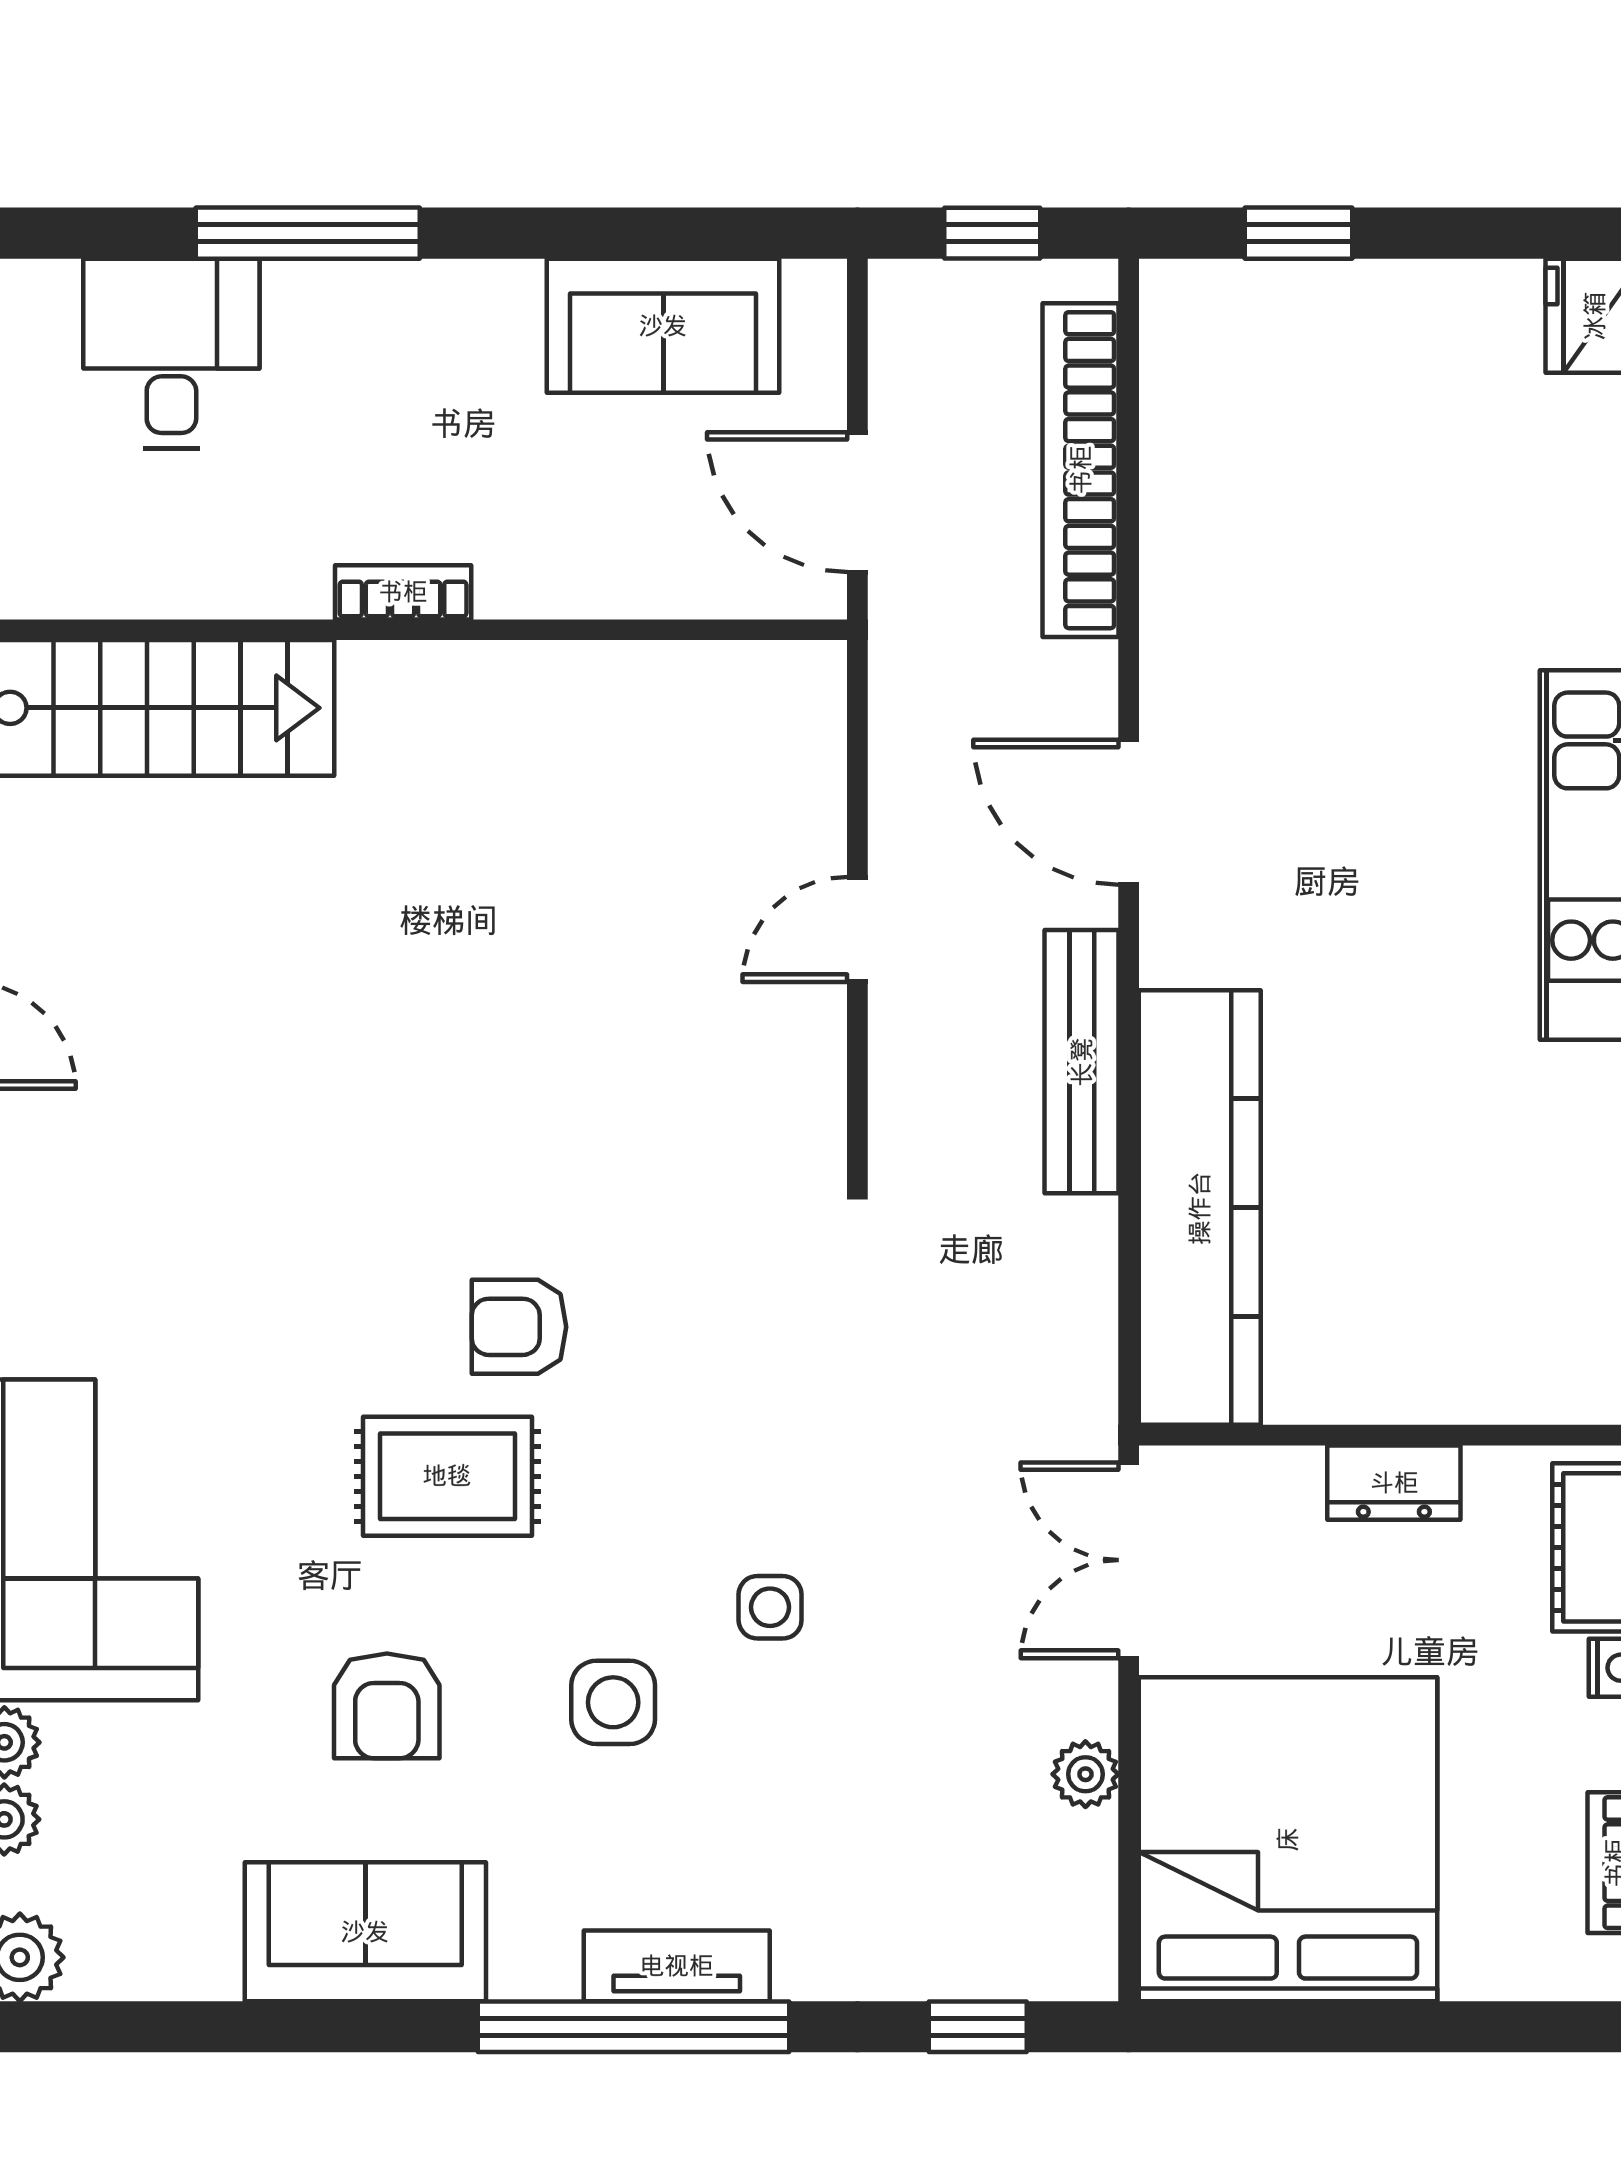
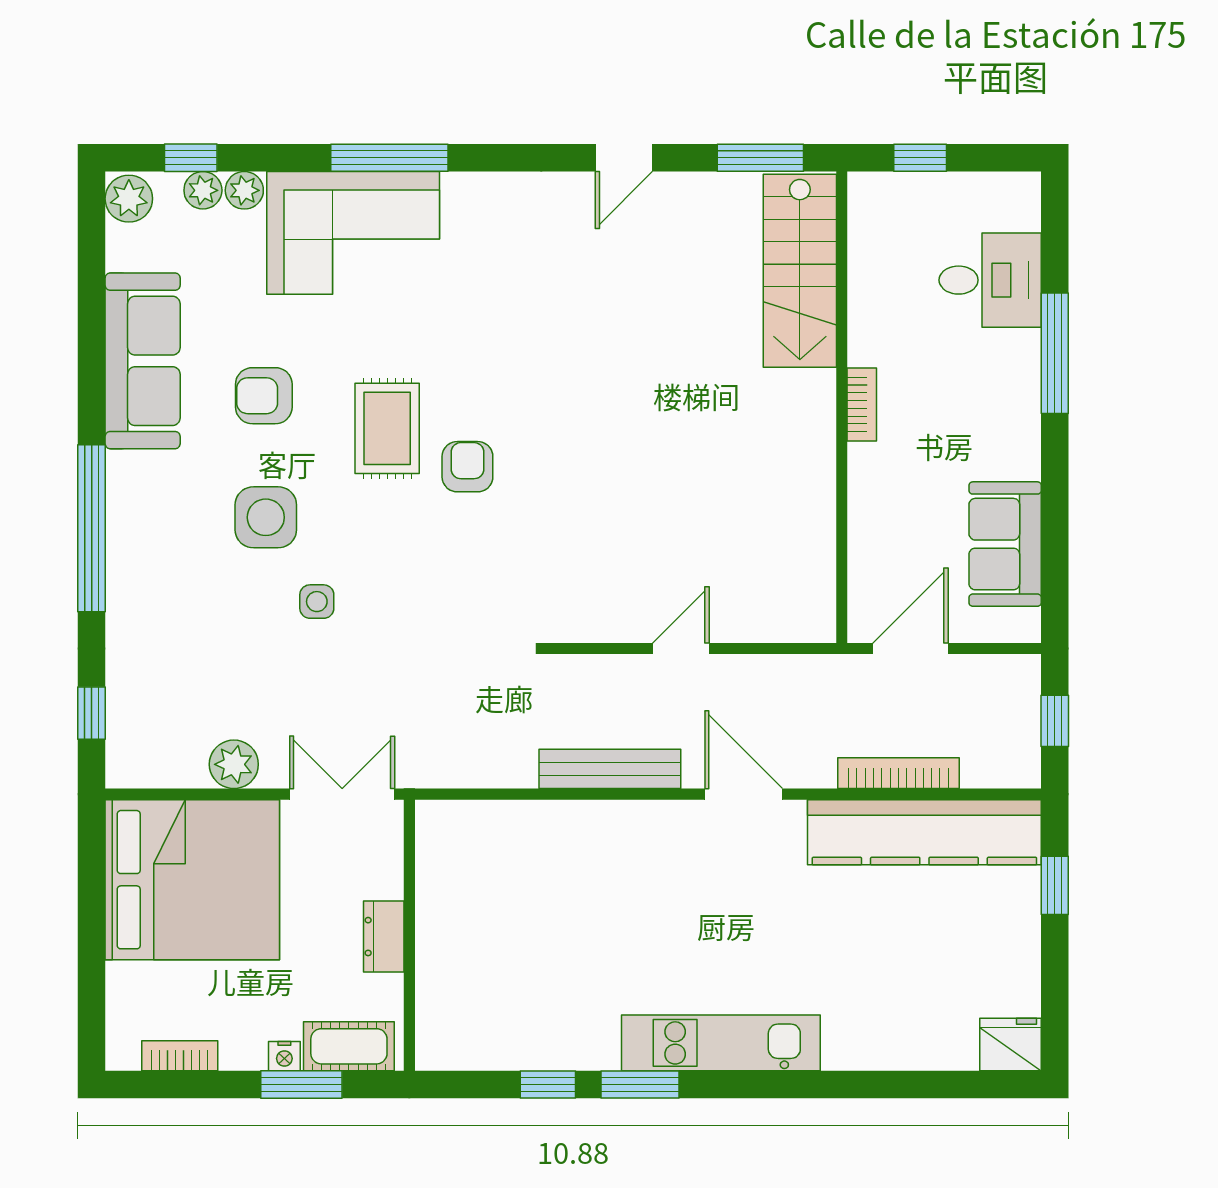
bookcase: (1081, 470) -> (898, 773), width x0.68, depth x0.76
door: (1129, 812) -> (744, 794), hinge flipped
door: (857, 929) -> (681, 648), hinge flipped
kitchen counter: (1200, 1208) -> (924, 832), moved
side table: (613, 1702) -> (266, 517), width x1.37, depth x1.37
plant: (1085, 1774) -> (234, 764), width x1.38, depth x1.38
sofa: (365, 1932) -> (143, 361), width x1.36
tv unit: (677, 1966) -> (124, 551), removed

